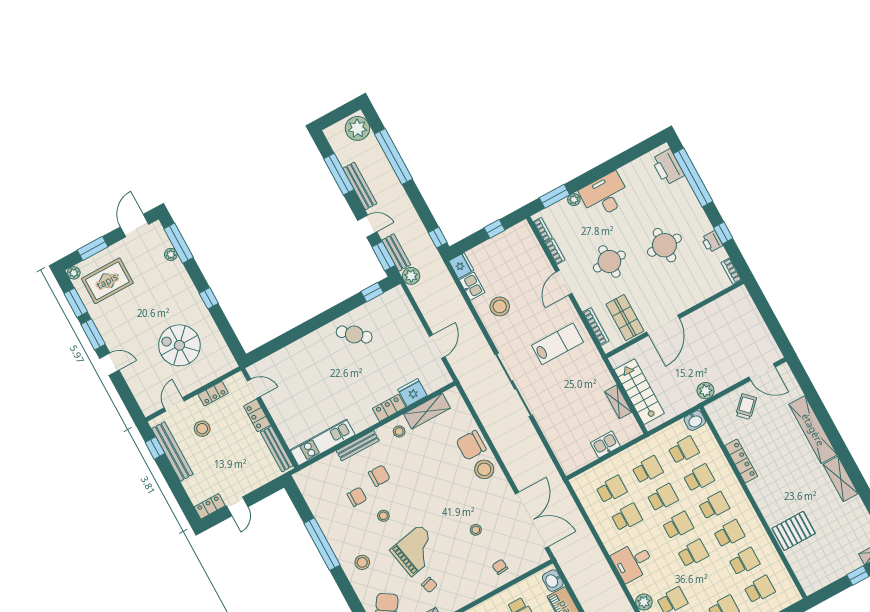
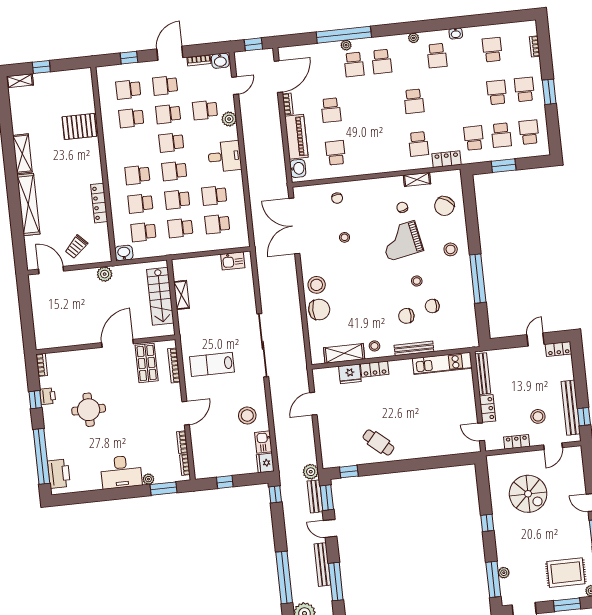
round table: (609, 261) -> (140, 415), removed
kitchen sink: (605, 444) -> (233, 261), moved
school desk: (729, 534) -> (168, 114), moved

